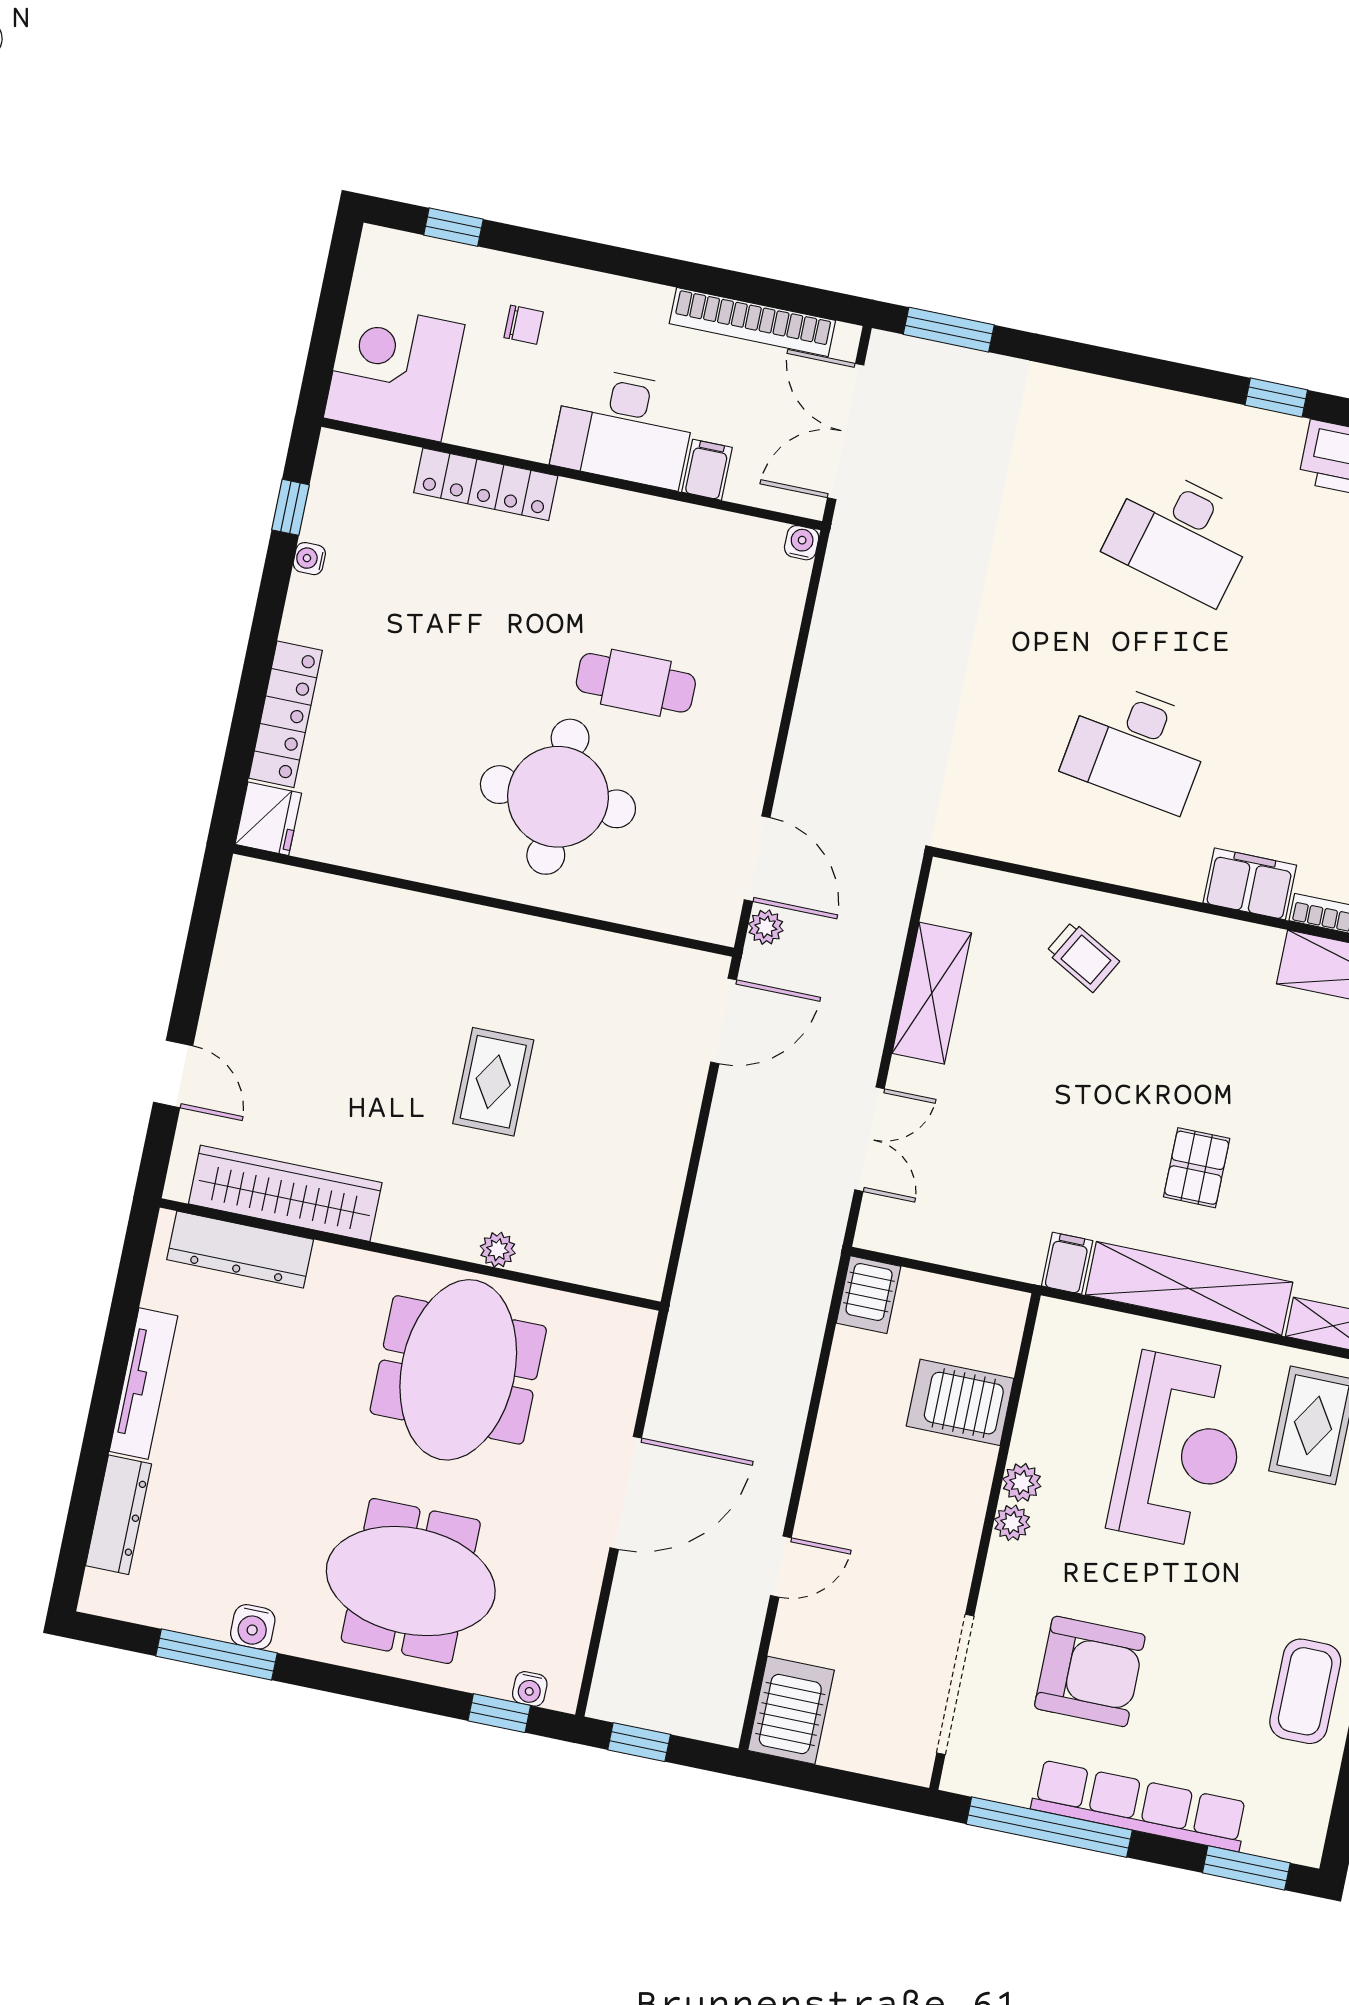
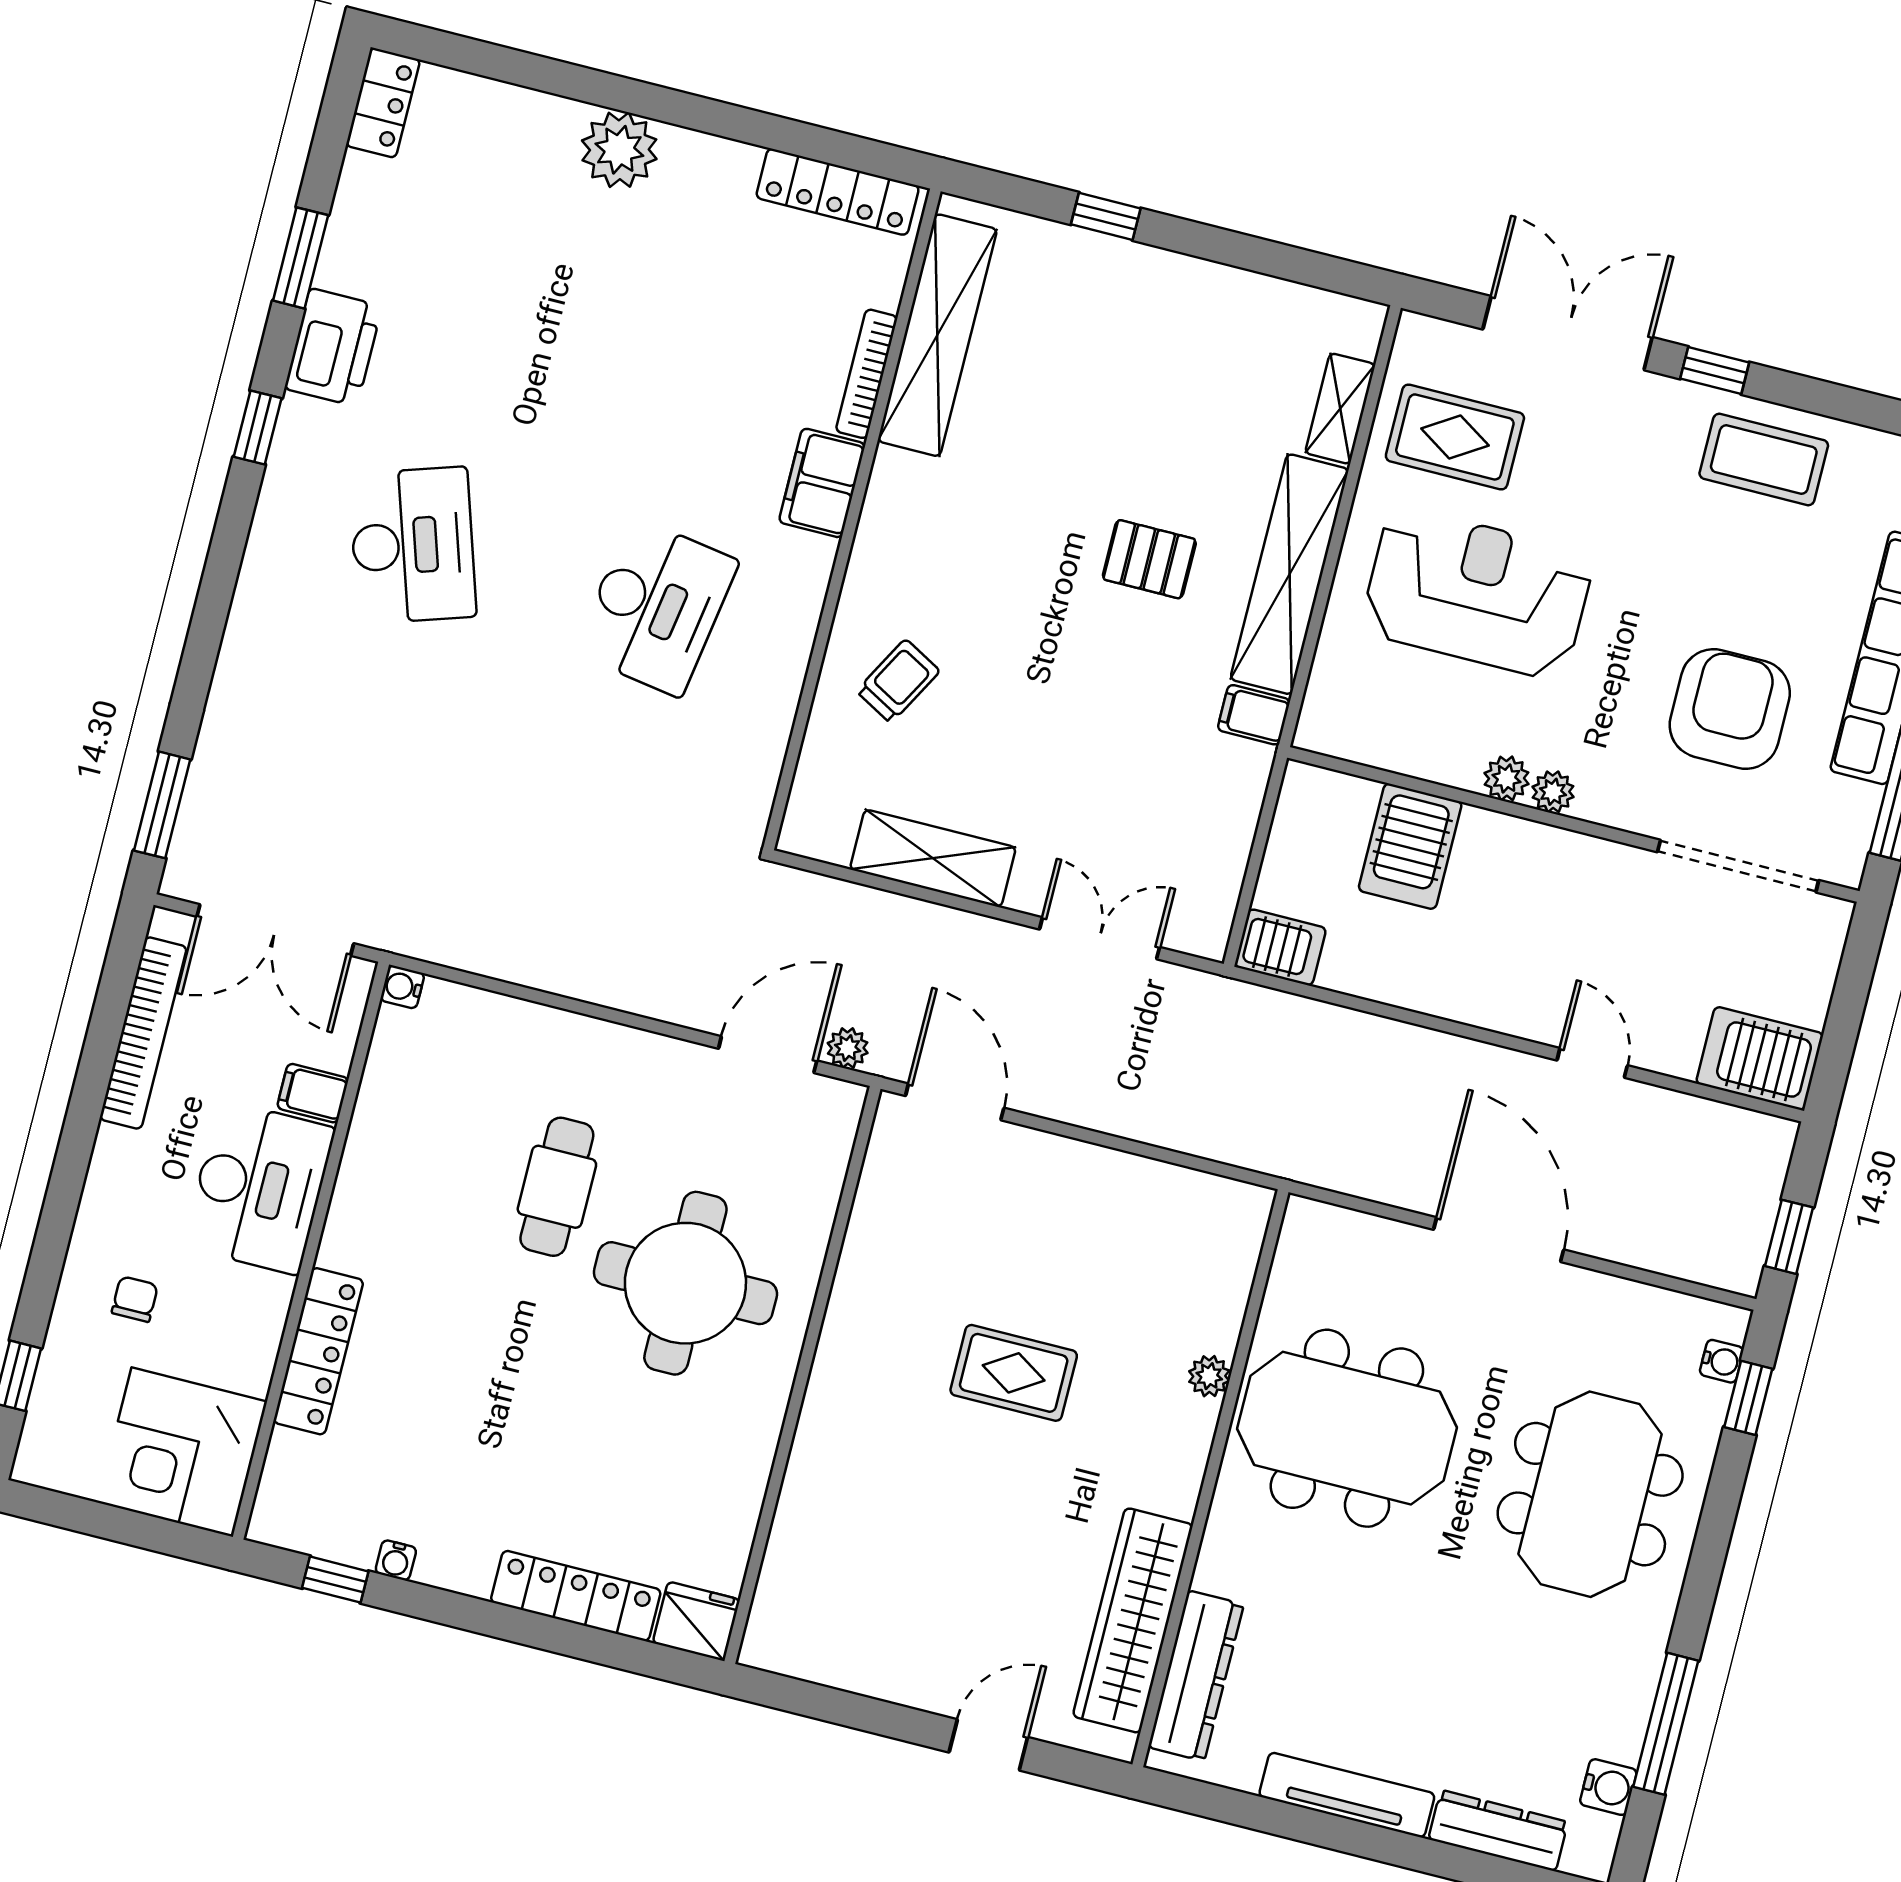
desk: (1181, 535) -> (413, 545), turned -33
water cooler: (253, 1627) -> (1608, 1787), moved

